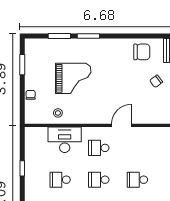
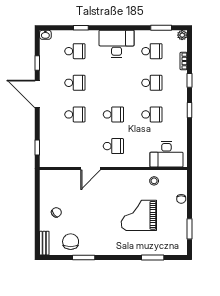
window: (88, 36) -> (84, 257), moved
chair: (142, 52) -> (71, 242), turned 90
desk: (65, 140) -> (166, 154), moved
window: (22, 168) -> (189, 110), moved

